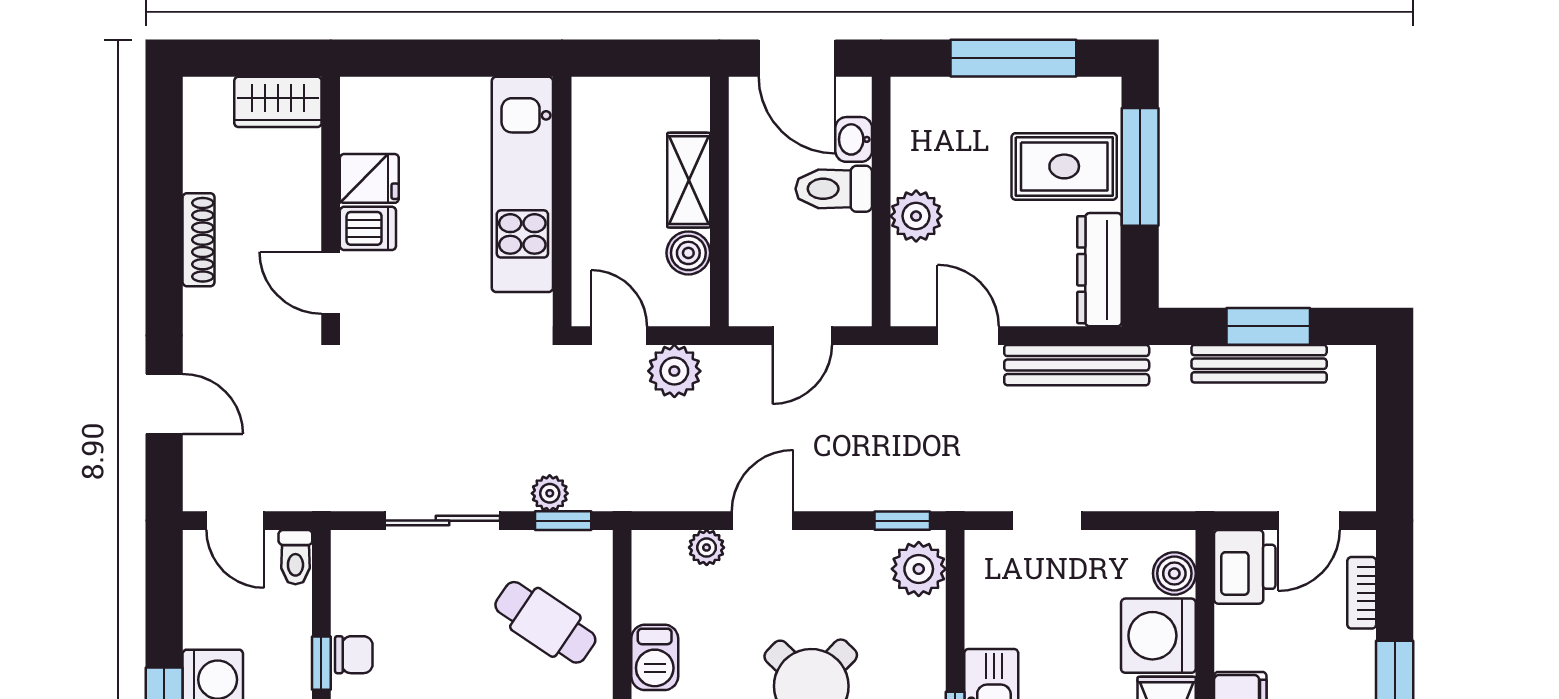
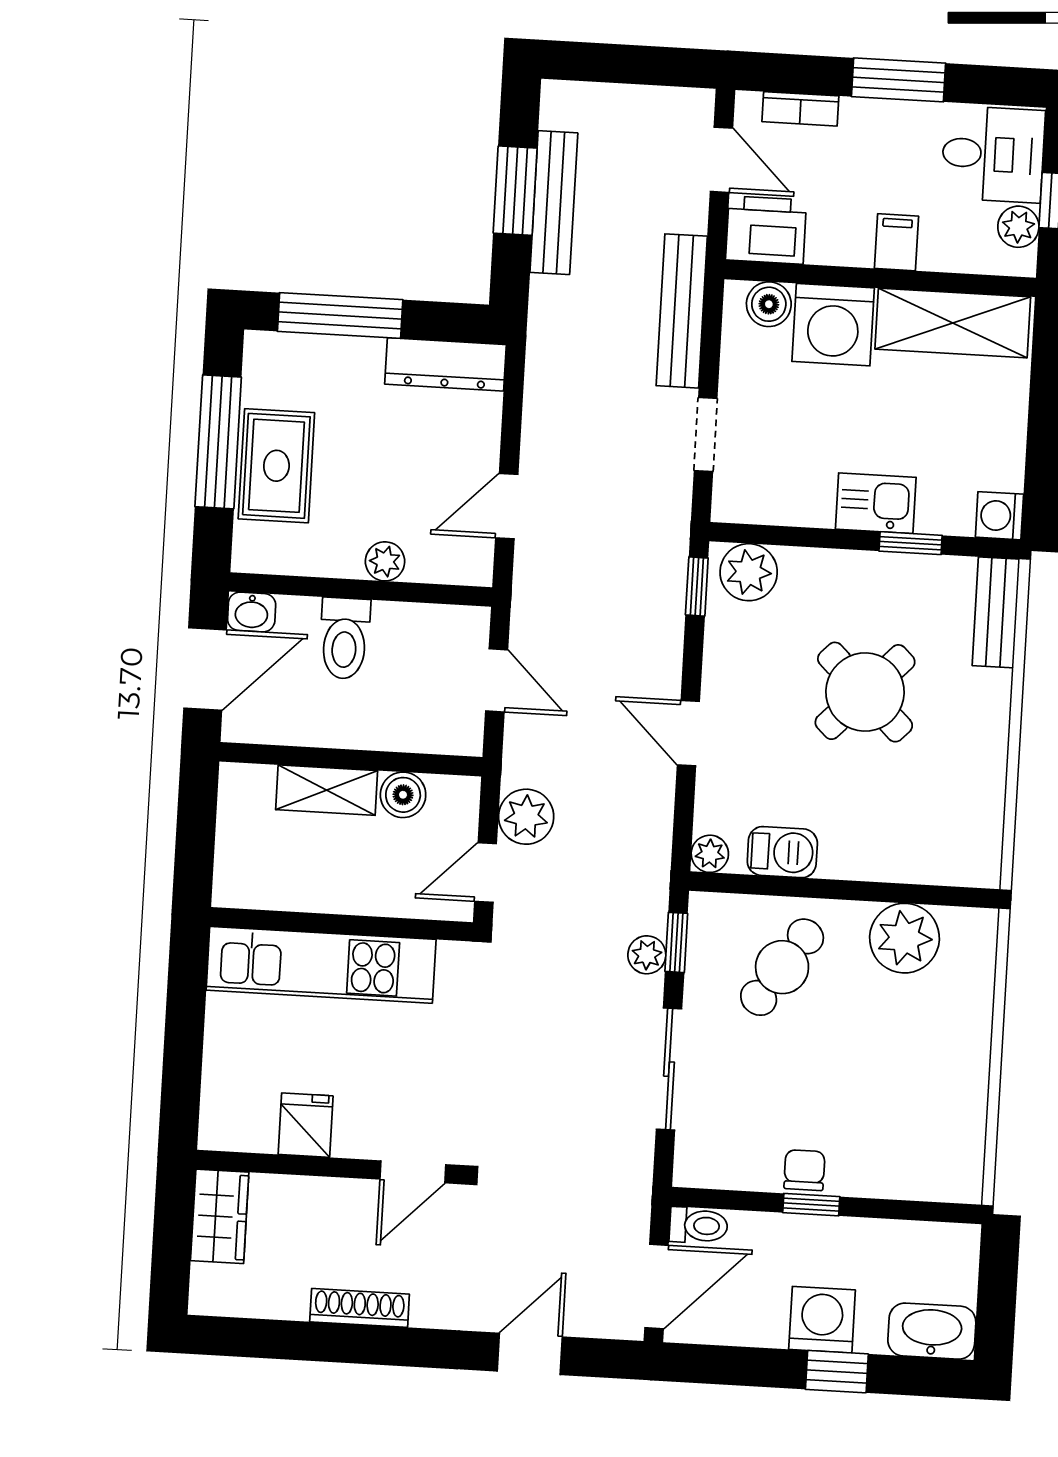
washbasin: (854, 139) -> (252, 612), moved
rug: (1064, 166) -> (276, 466), moved
plant: (916, 216) -> (385, 561), width x0.73, depth x0.73
dishwasher: (368, 228) -> (358, 1130), removed
bench: (1077, 365) -> (682, 311), moved
door: (235, 521) -> (656, 1286), width x1.38
plant: (707, 548) -> (710, 854), moved
barbecue: (655, 657) -> (782, 852), moved

